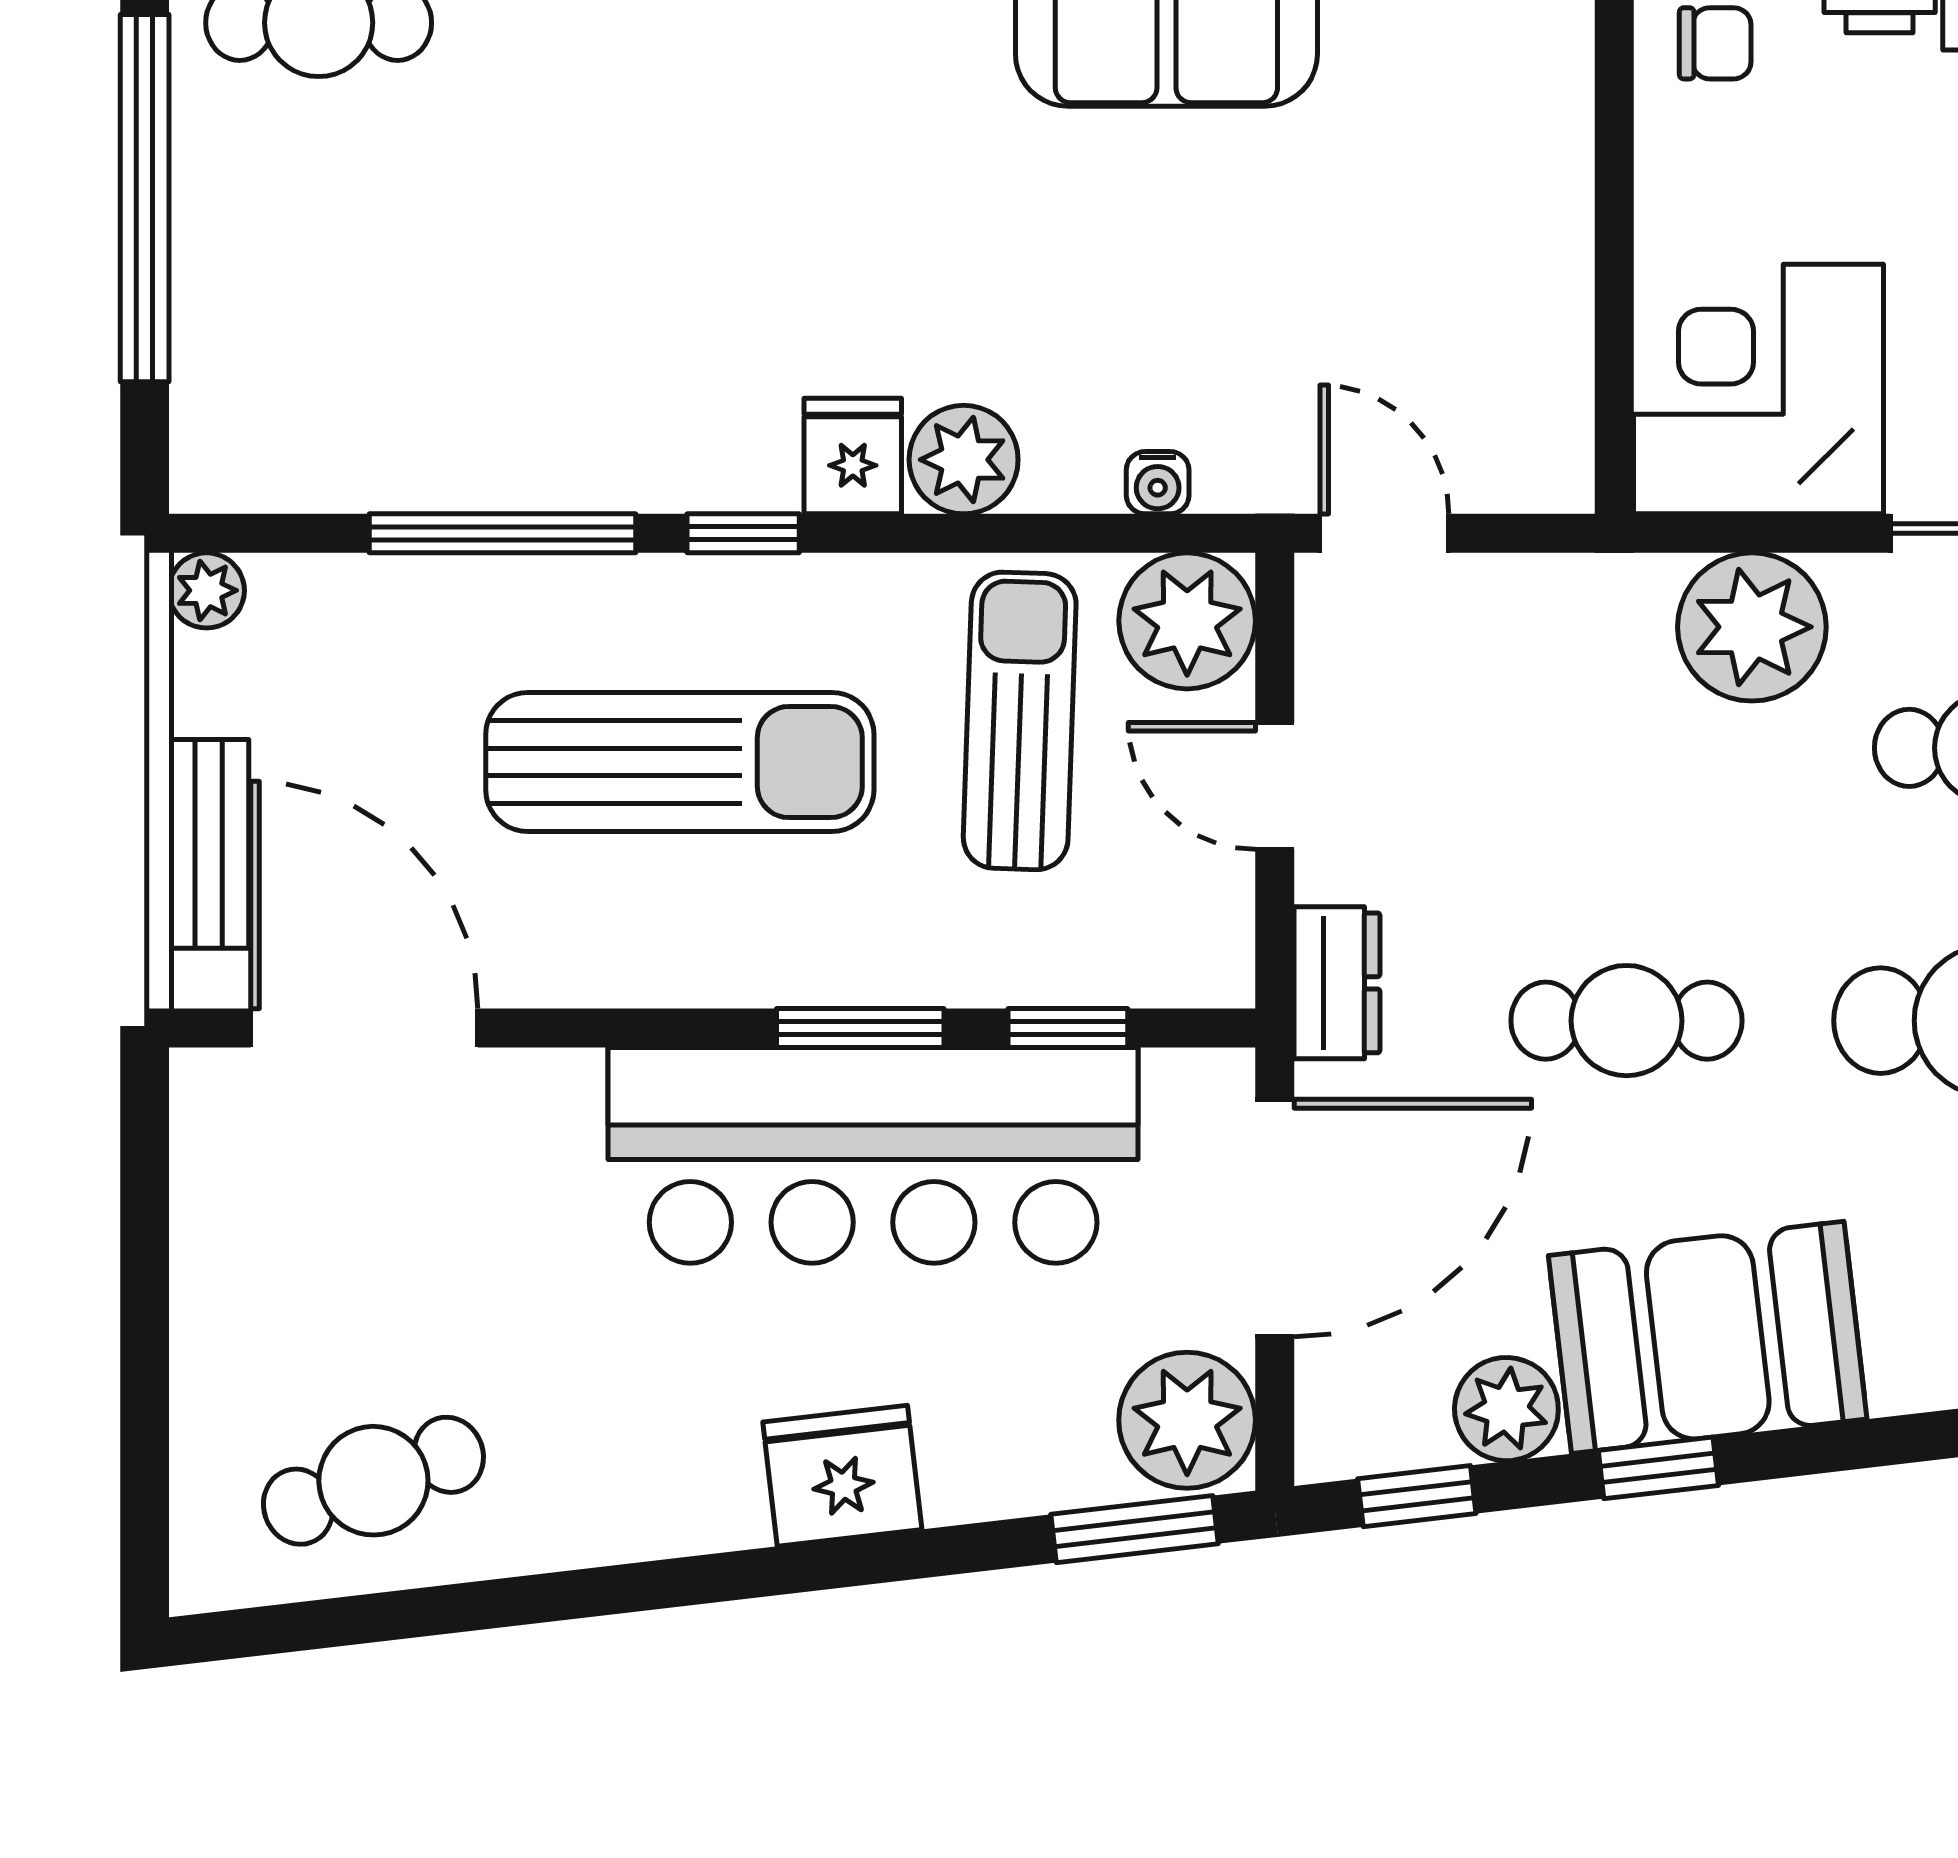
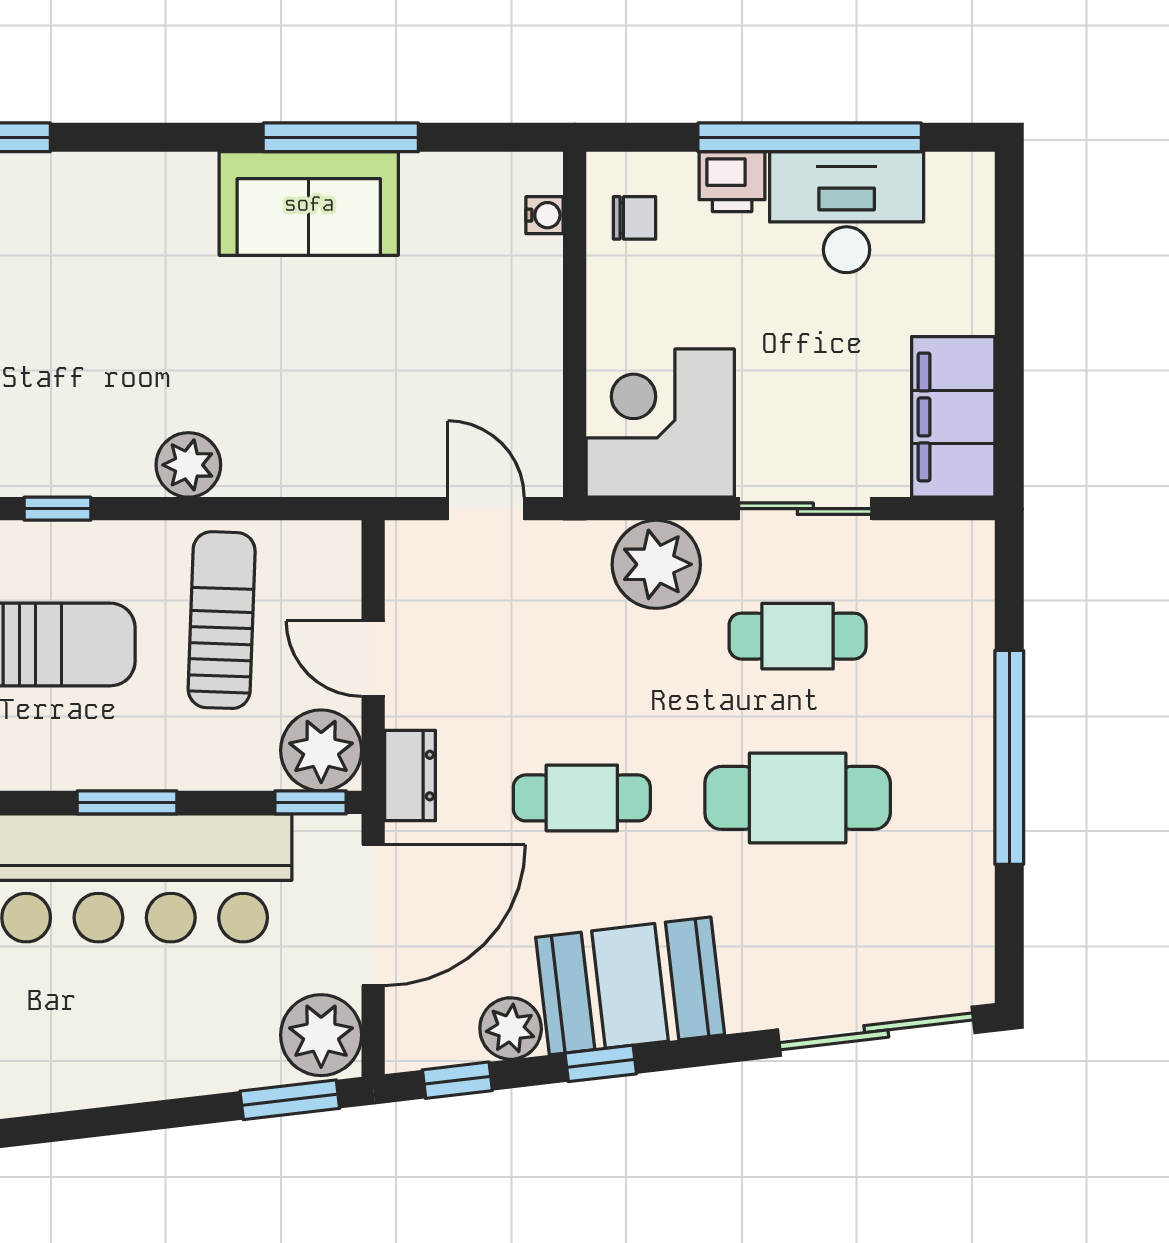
fridge: (853, 456) -> (123, 463), removed
water cooler: (1158, 483) -> (544, 215), moved, turned -90
door: (1384, 533) -> (486, 509), moved
plant: (1187, 621) -> (321, 750), moved
window: (1068, 1028) -> (311, 802), moved
fridge: (842, 1476) -> (116, 1068), removed

